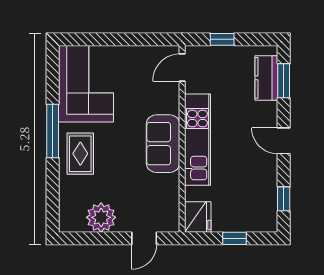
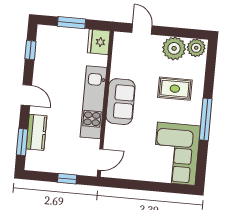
kitchen counter: (266, 78) -> (36, 132), moved
rug: (80, 154) -> (175, 89), moved, turned 90
plant: (73, 221) -> (196, 48), added
door: (144, 238) -> (142, 29), hinge flipped
window: (235, 238) -> (72, 23), width x1.50

